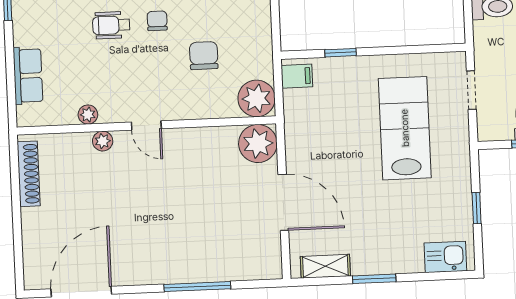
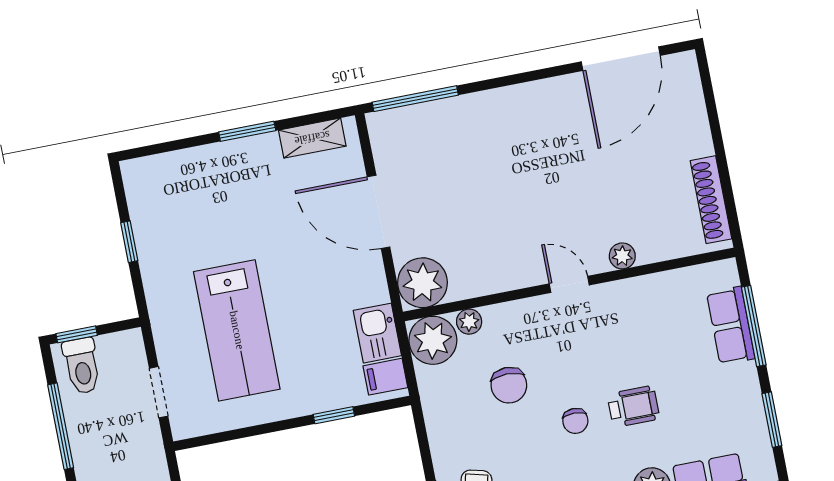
window: (10, 73) -> (754, 326), added
plant: (88, 115) -> (469, 322), moved
kitchen sink: (445, 257) -> (377, 333), moved, turned 90
window: (197, 287) -> (415, 99), moved

